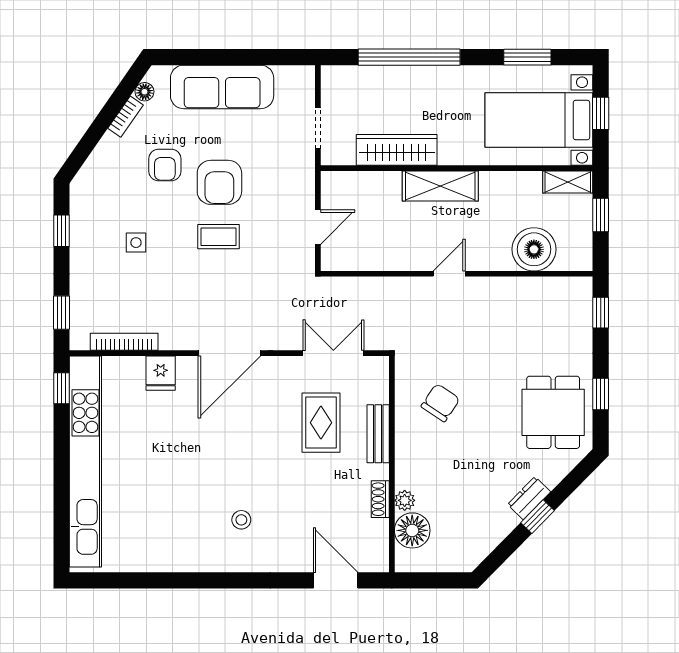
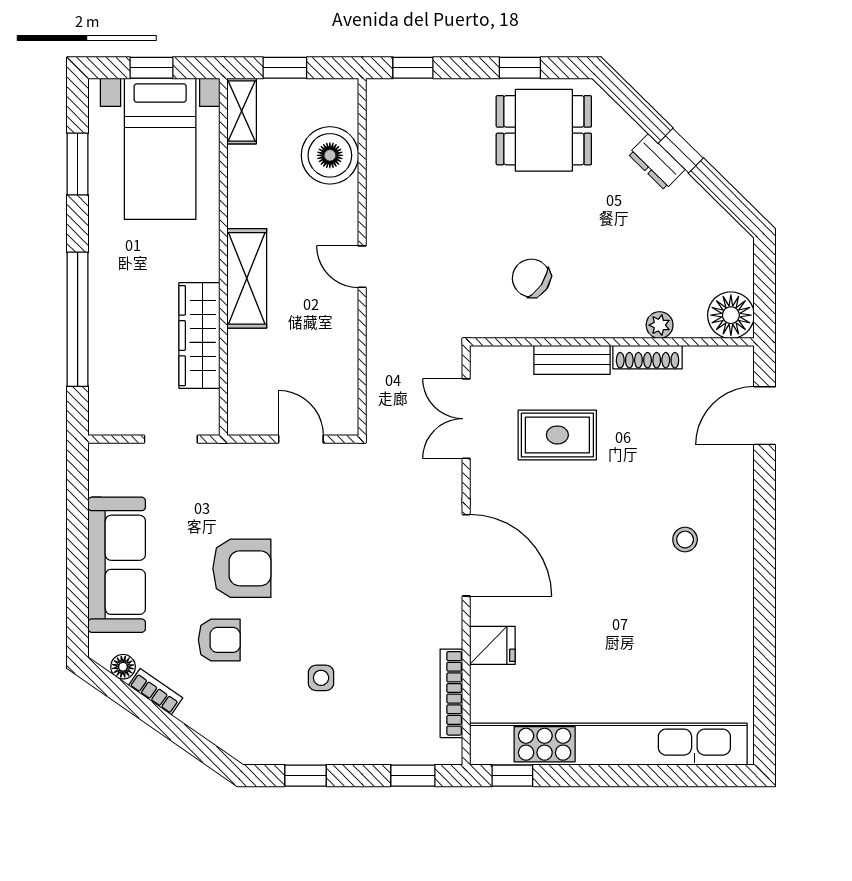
coffee table: (218, 237) -> (313, 570), removed
shoe rack: (380, 499) -> (648, 357), width x1.43
floor lamp: (412, 530) -> (731, 315), moved

